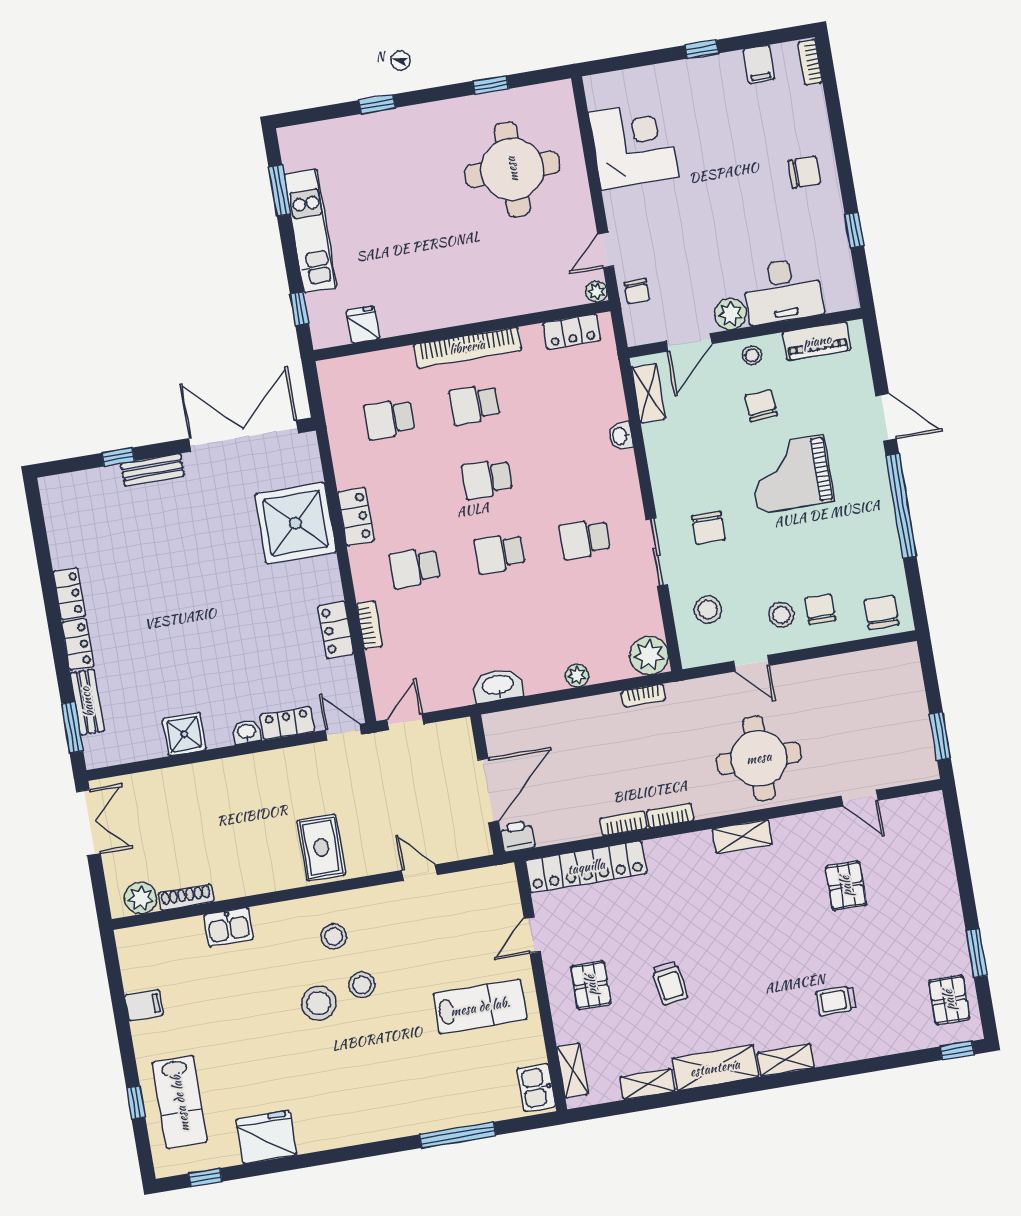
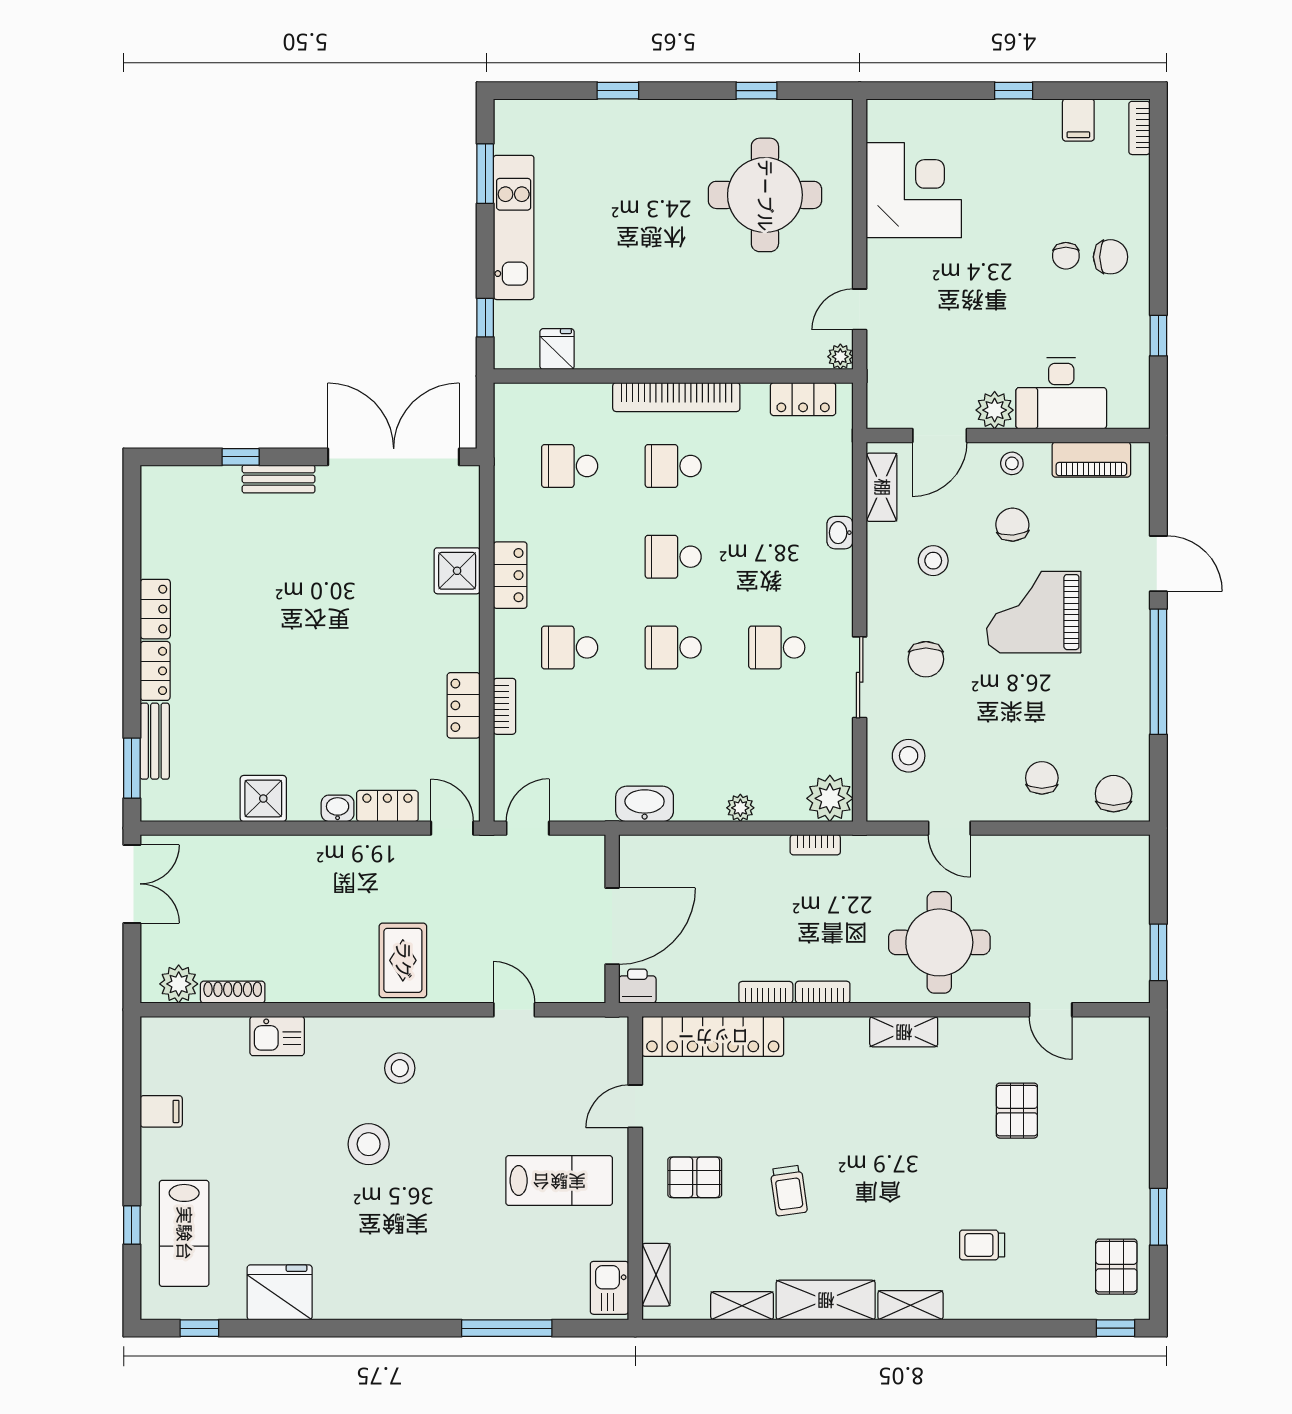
chair: (637, 291) -> (1066, 256), moved
shower: (295, 523) -> (457, 571), width x0.54, depth x0.54
stool: (781, 615) -> (933, 561), moved
stool: (362, 985) -> (424, 1131), removed
pallet: (591, 985) -> (695, 1177), turned 90

